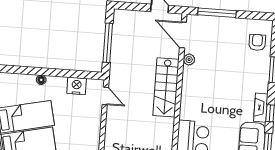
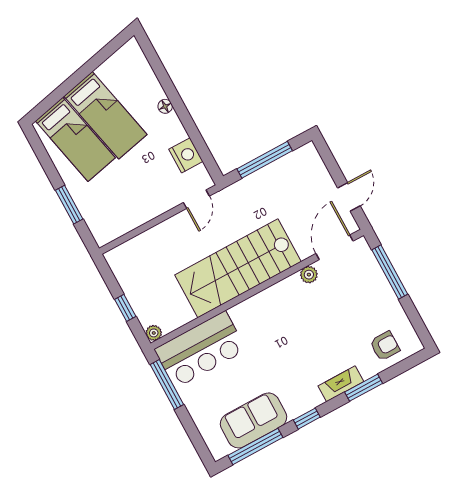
stairs: (166, 87) -> (238, 268), width x1.36, depth x1.51
fireplace: (261, 108) -> (341, 384), moved

